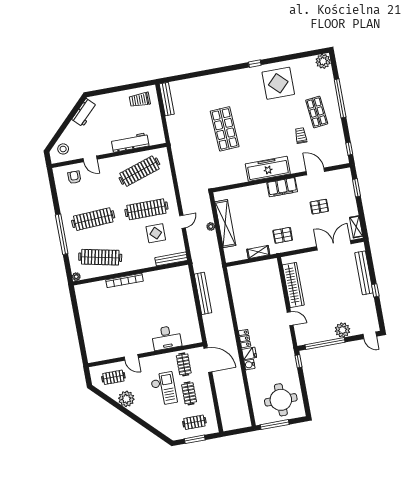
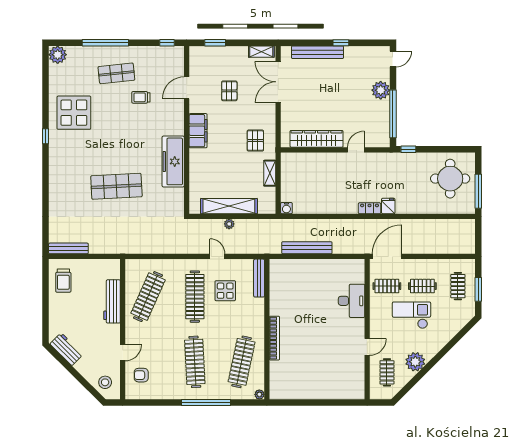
freezer: (268, 169) -> (173, 161), moved
clothes rail: (139, 171) -> (148, 297), turned 42
water cooler: (249, 365) -> (286, 208), moved

